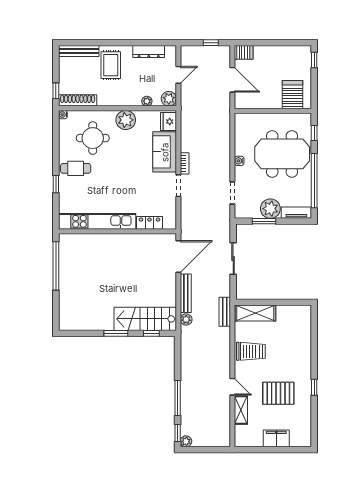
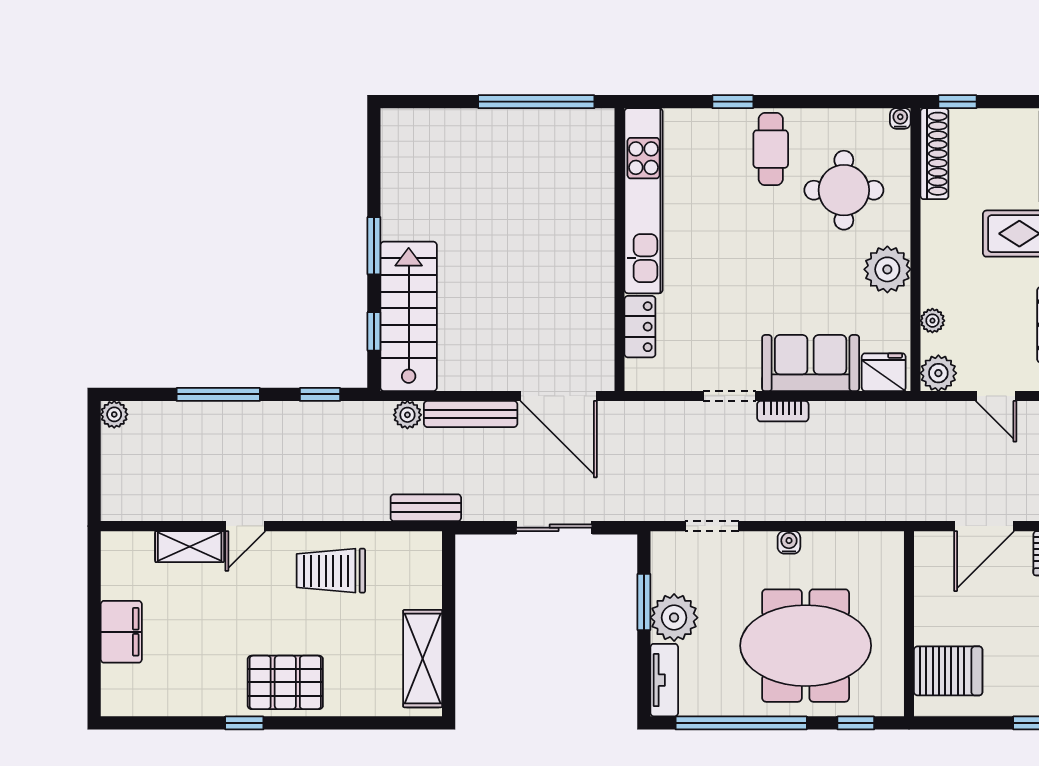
meeting table: (282, 154) -> (806, 646), turned 90
shelving: (255, 313) -> (423, 659), moved
trolley: (251, 351) -> (331, 571), turned 90
pallet: (278, 393) -> (285, 682), moved, turned 90
window: (178, 433) -> (320, 394), moved

